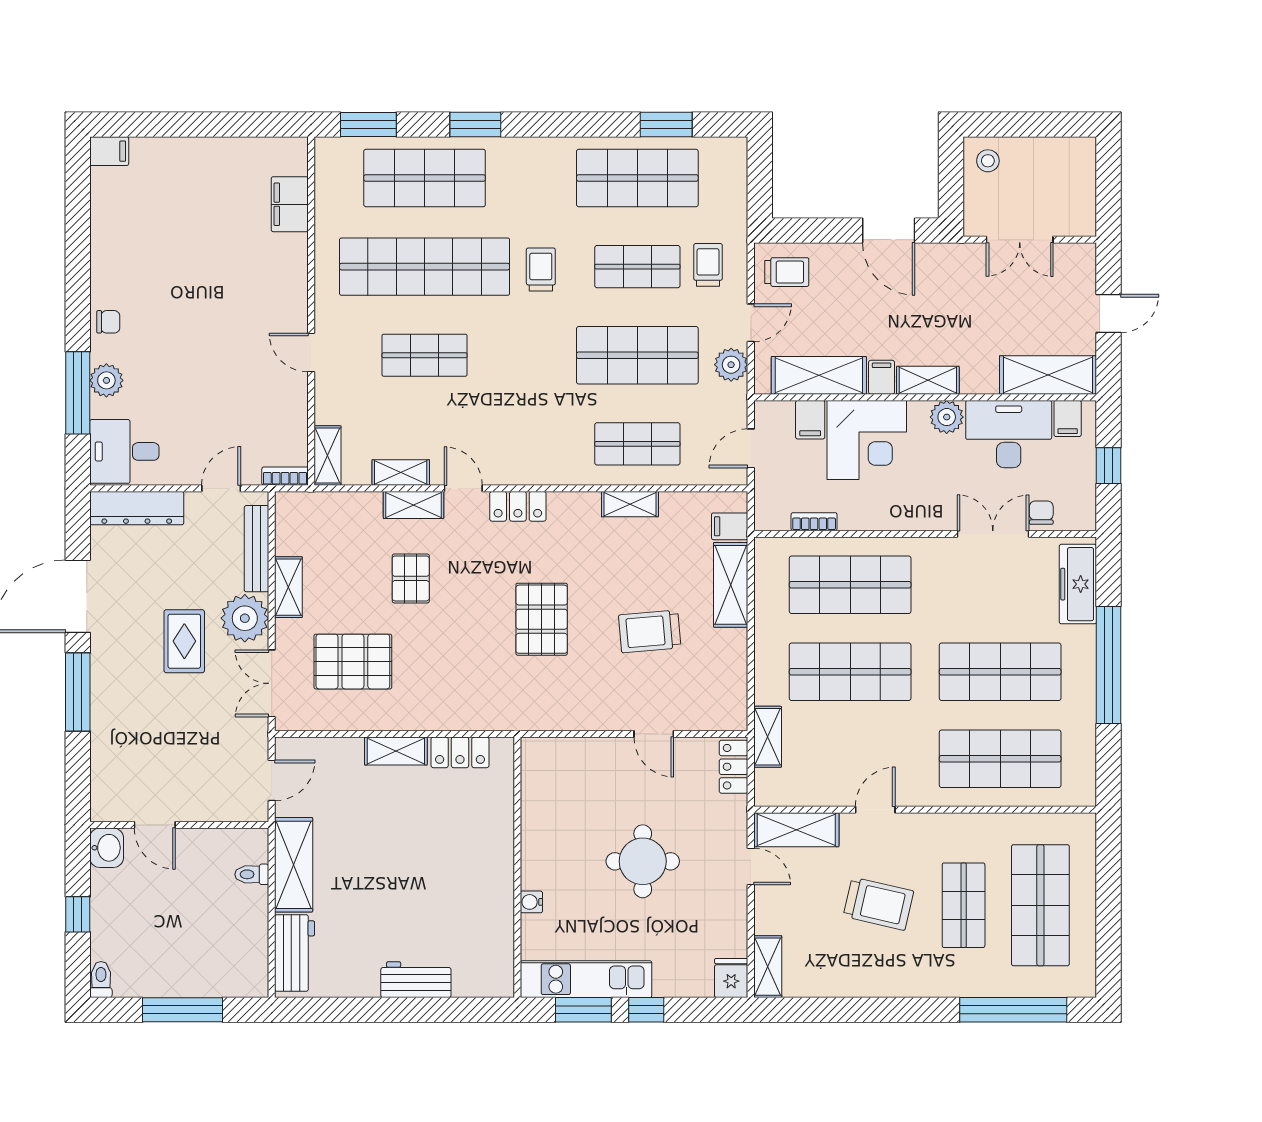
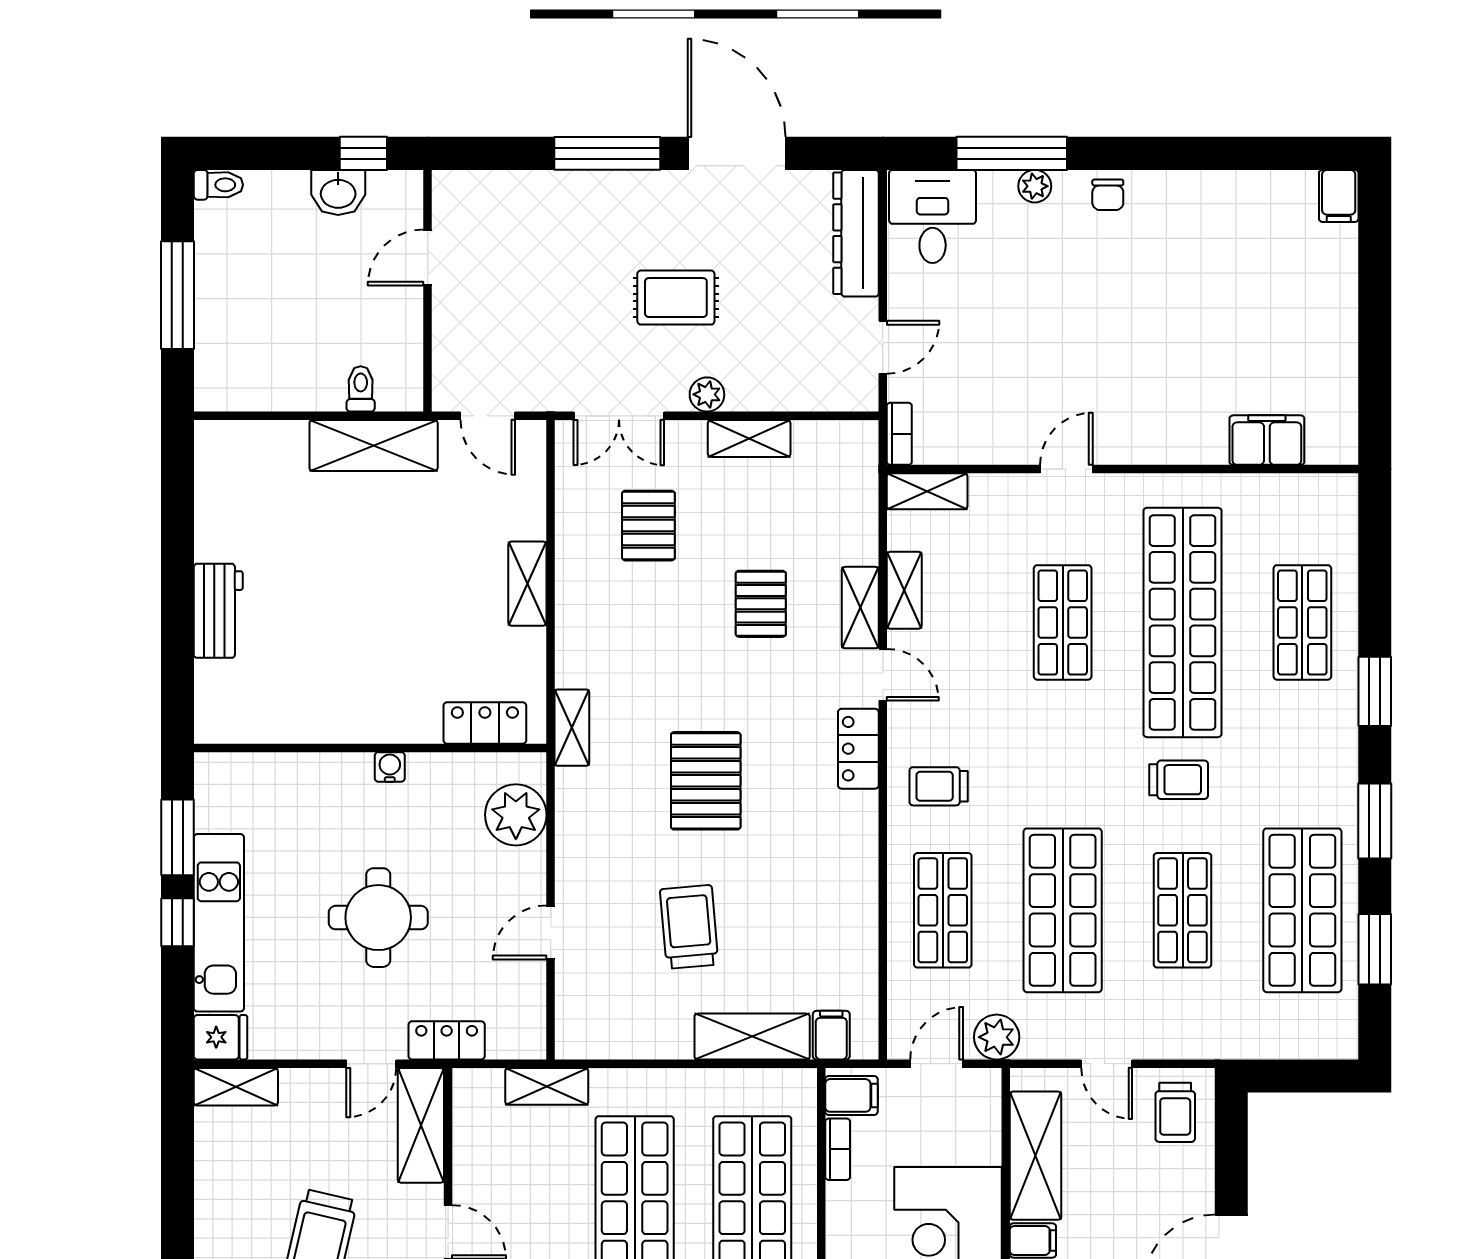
window: (368, 124) -> (1375, 821), moved
shop shelf: (425, 178) -> (1302, 622), width x0.70, depth x0.74
trolley: (708, 265) -> (939, 786), moved, turned 180
plant: (731, 365) -> (997, 1037), moved
plant: (106, 380) -> (1035, 186), width x0.73, depth x0.73
filing cabinet: (810, 420) -> (851, 1095), moved, turned 180
door: (751, 448) -> (937, 1064), hinge flipped
door: (221, 488) -> (883, 347), hinge flipped
door: (463, 488) -> (883, 675), hinge flipped
shelving: (630, 504) -> (572, 728), moved
bench: (257, 549) -> (801, 395), removed
pallet: (411, 578) -> (761, 604), turned 90
plant: (245, 618) -> (707, 394), width x0.53, depth x0.53
pallet: (542, 619) -> (706, 781), turned 90
pallet: (353, 662) -> (648, 526), width x0.67, depth x0.71
double door: (272, 683) -> (619, 416), swing flipped
locker: (460, 752) -> (485, 723), moved, turned 90
plant: (567, 760) -> (516, 815), added
locker: (734, 767) -> (447, 1040), moved
washbasin: (107, 848) -> (338, 192), moved
water cooler: (531, 902) -> (390, 767), moved
window: (78, 914) -> (363, 153), moved
workbench: (295, 953) -> (254, 447), removed
kitchen unit: (586, 979) -> (219, 923), moved

